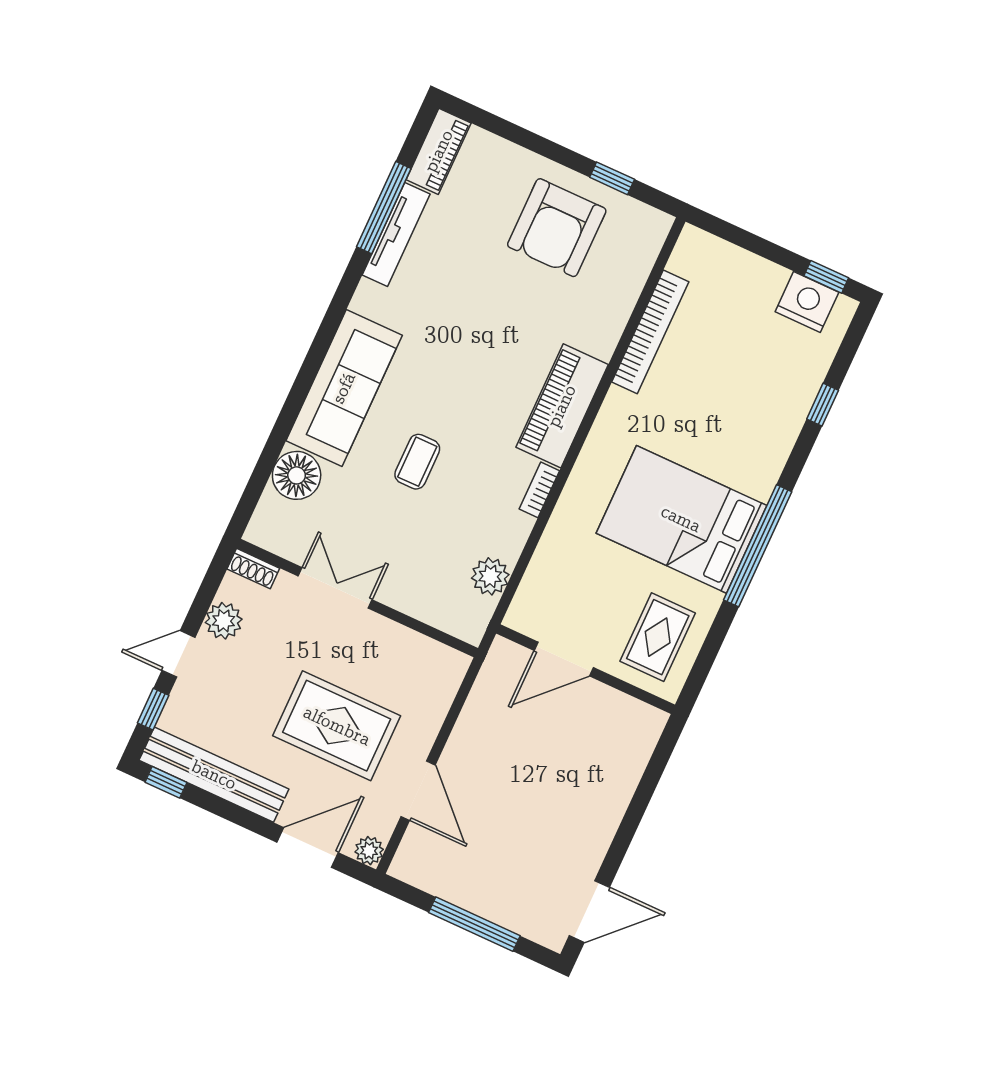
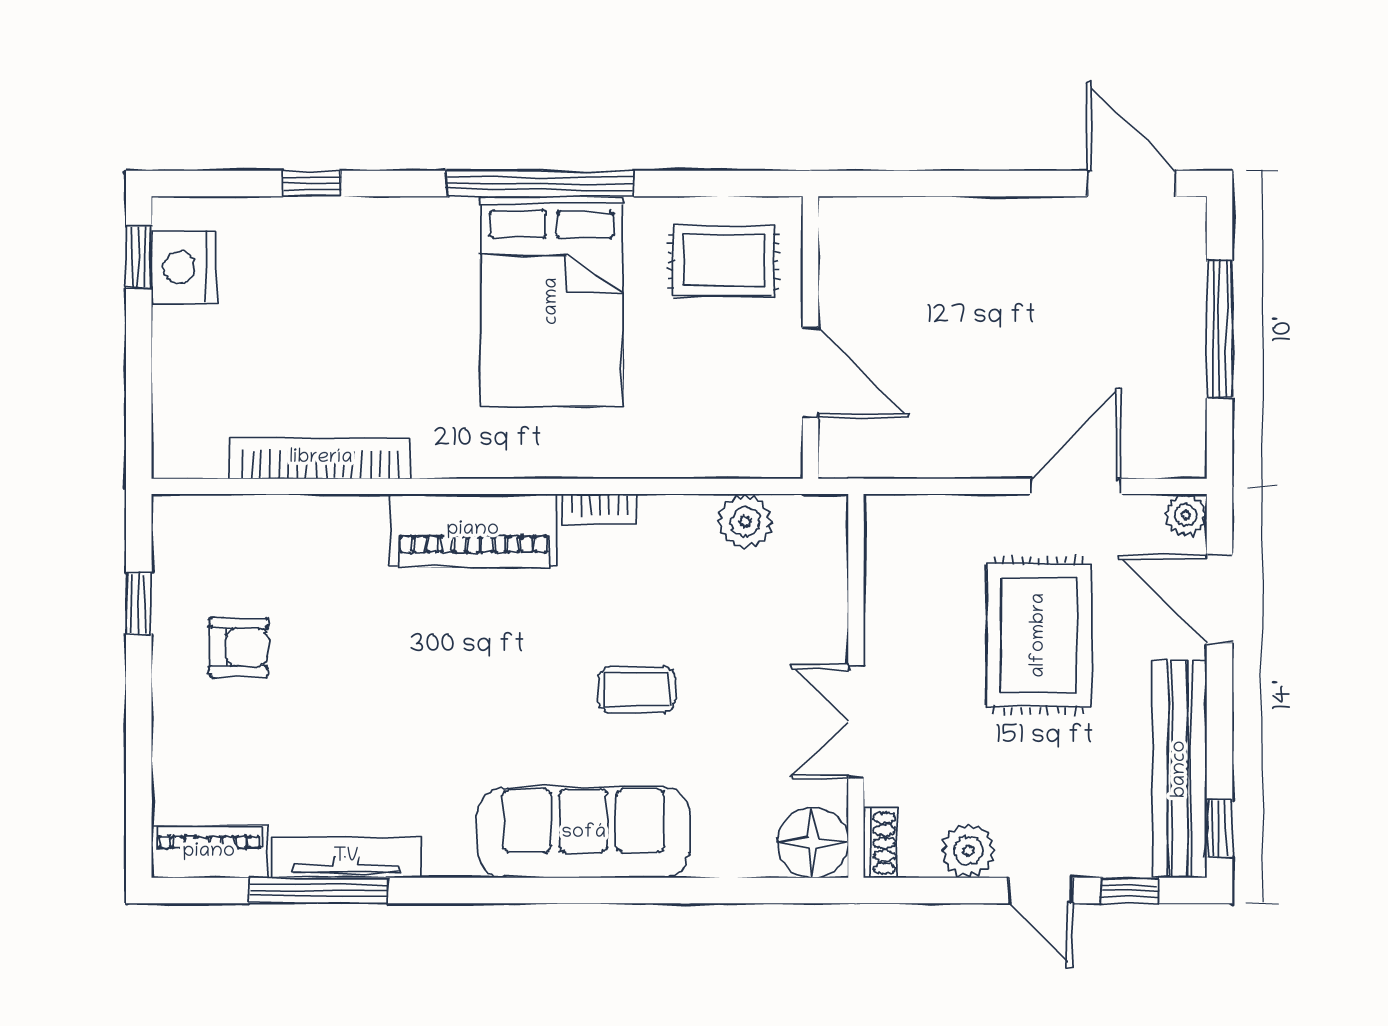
armchair: (557, 228) -> (239, 647), width x0.53, depth x0.53
floor lamp: (297, 475) -> (813, 842), moved

